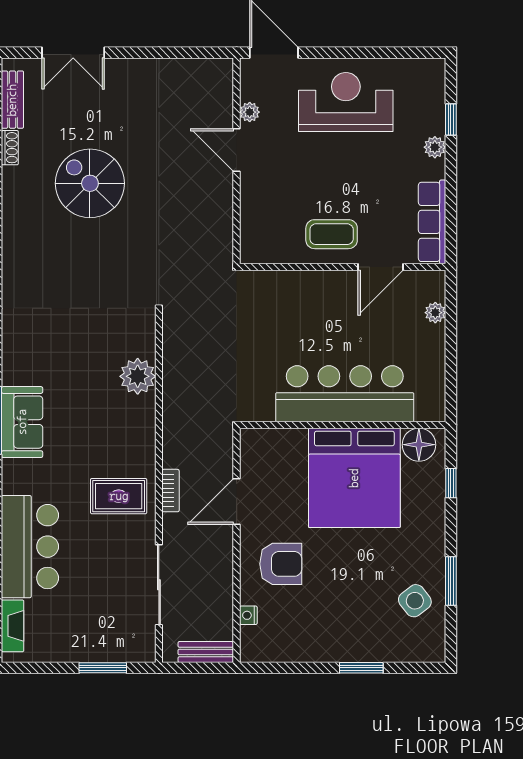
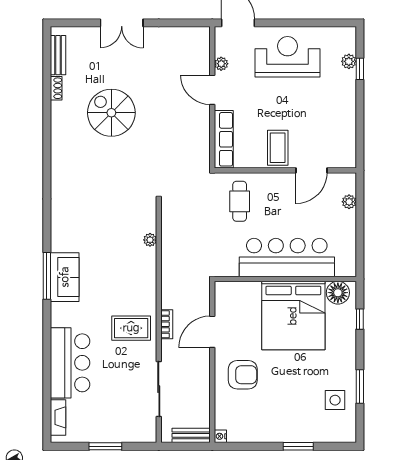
double door: (73, 53) -> (122, 23), moved
plant: (435, 147) -> (349, 61), moved
row of seats: (432, 222) -> (224, 139), moved, turned 180
coffee table: (332, 234) -> (278, 148), turned 90
cafe table: (276, 312) -> (240, 201), added
plant: (138, 376) -> (150, 240), width x0.53, depth x0.53
side table: (415, 601) -> (335, 400), turned 38
nightstand: (248, 615) -> (220, 436), moved
window: (103, 668) -> (105, 446), moved

